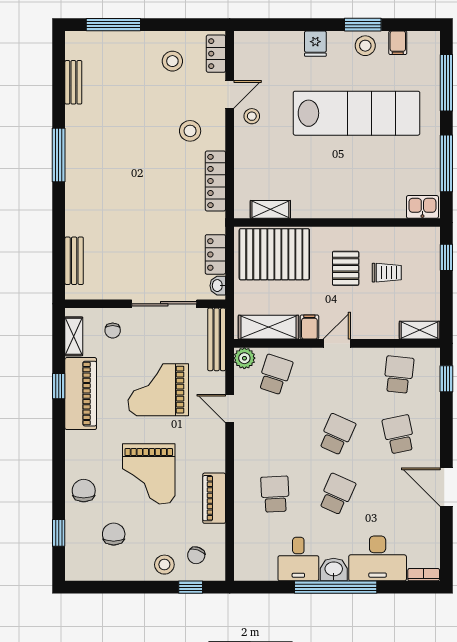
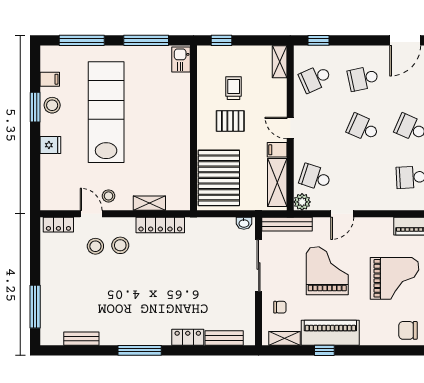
stool: (172, 61) -> (95, 246), moved
shelving: (270, 209) -> (149, 203), moved, turned 90
locker: (215, 254) -> (188, 337), moved, turned 180
school desk: (399, 375) -> (315, 78), turned -30
grand piano: (158, 390) -> (327, 271), turned 180

